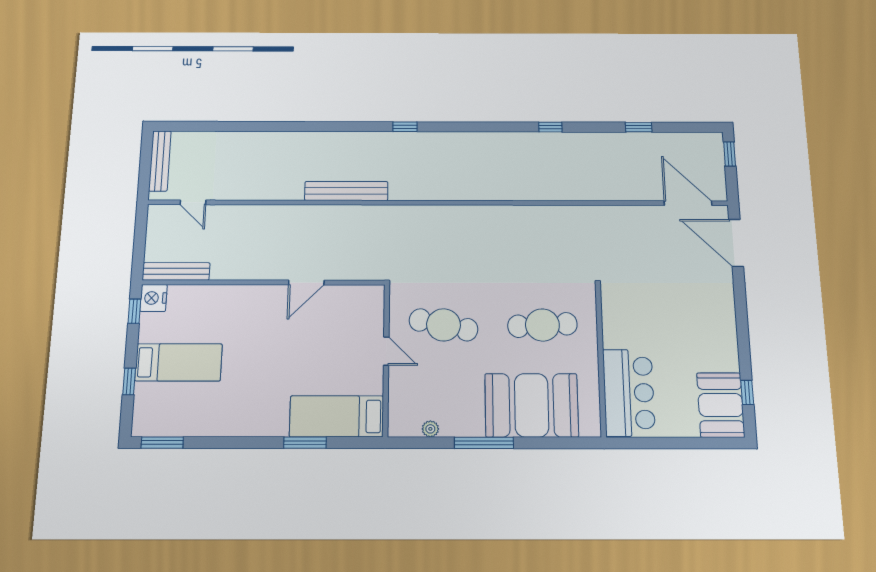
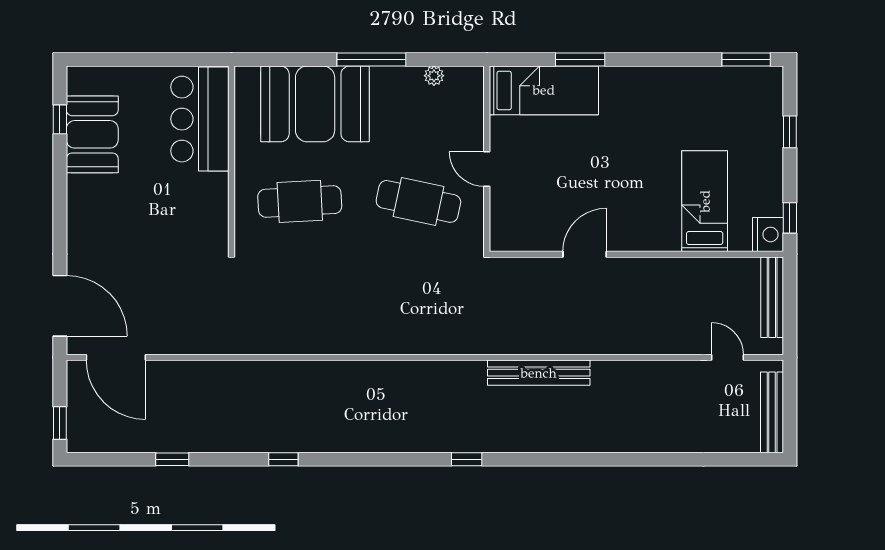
bench: (176, 271) -> (772, 297), moved, turned 90
bed: (179, 362) -> (705, 201), moved, turned 90
booth: (721, 405) -> (92, 134), moved

